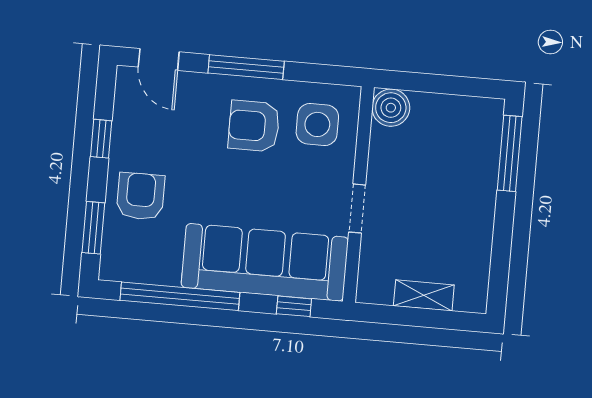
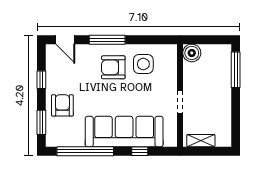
boiler: (391, 108) -> (192, 53), moved
wall: (358, 194) -> (180, 95), moved
doorway: (357, 208) -> (180, 102), moved

